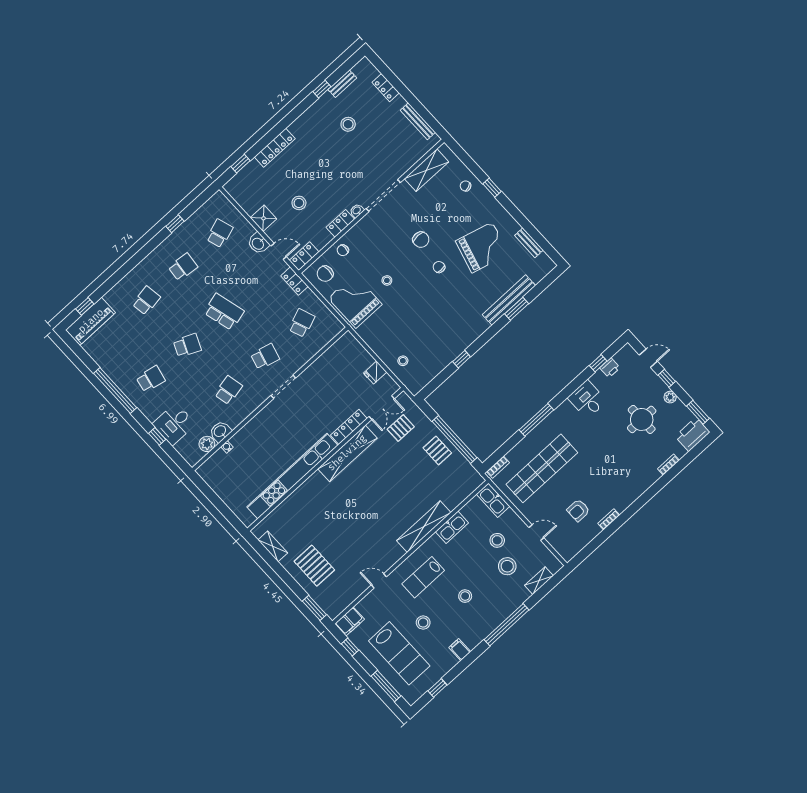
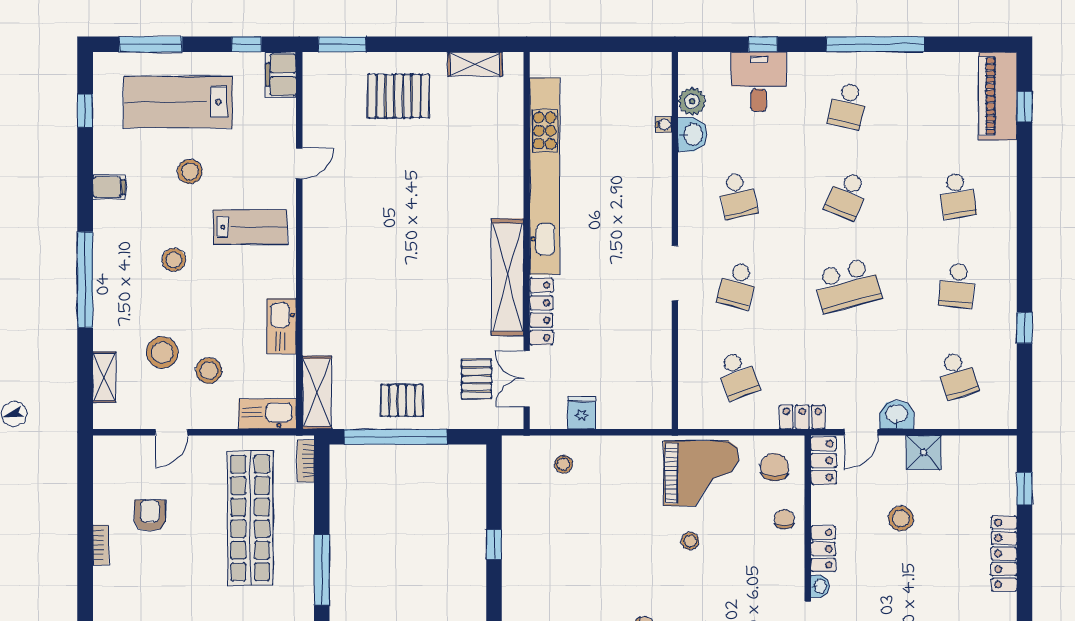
shelving: (424, 527) -> (317, 393), moved, width x0.68
lab bench: (423, 577) -> (250, 227), turned 90

